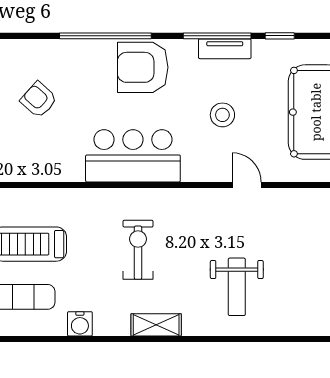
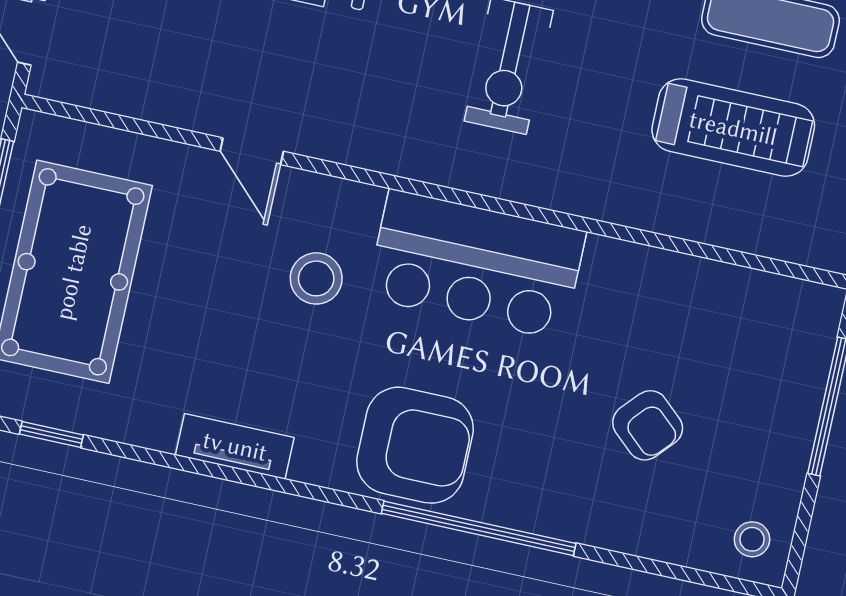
window: (217, 36) -> (245, 477), removed
window: (280, 36) -> (51, 434), moved
stool: (222, 115) -> (316, 278), moved

